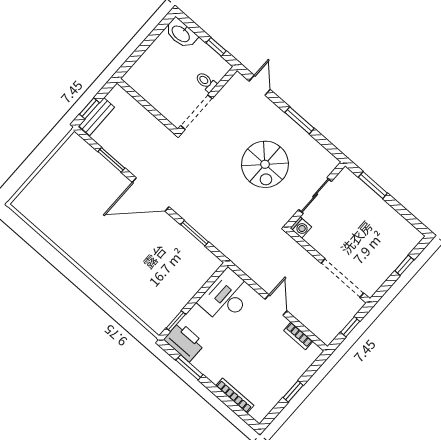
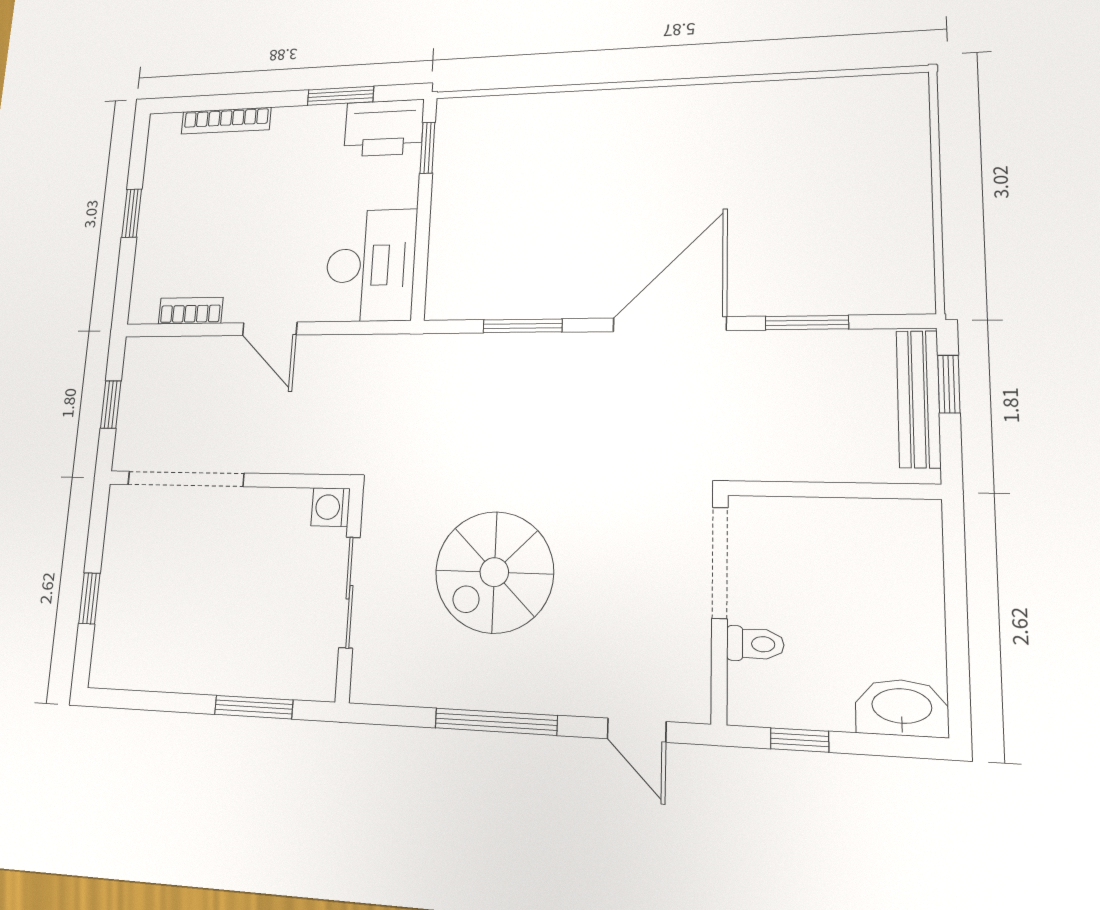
bench: (97, 116) -> (918, 399), width x1.36
window: (300, 120) -> (496, 722), width x1.44
spiral stairs: (265, 164) -> (494, 572), turned -90

